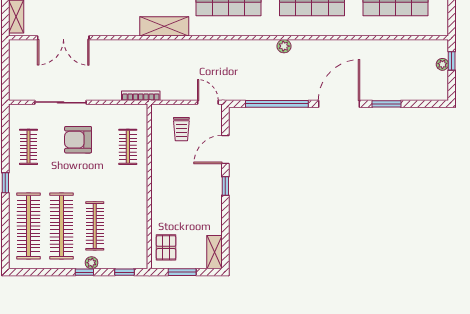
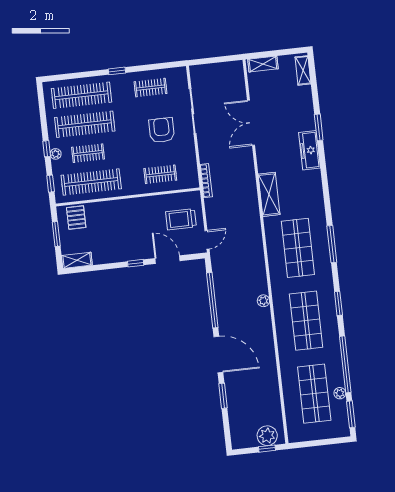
double door: (63, 38) -> (251, 123), moved
plant: (442, 64) -> (267, 436), width x1.87, depth x1.87
trolley: (181, 129) -> (181, 219), width x1.36, depth x1.39
clothes rail: (95, 226) -> (88, 153), width x0.73
clothes rail: (128, 226) -> (91, 182), added
pallet: (166, 247) -> (76, 218), turned 90

